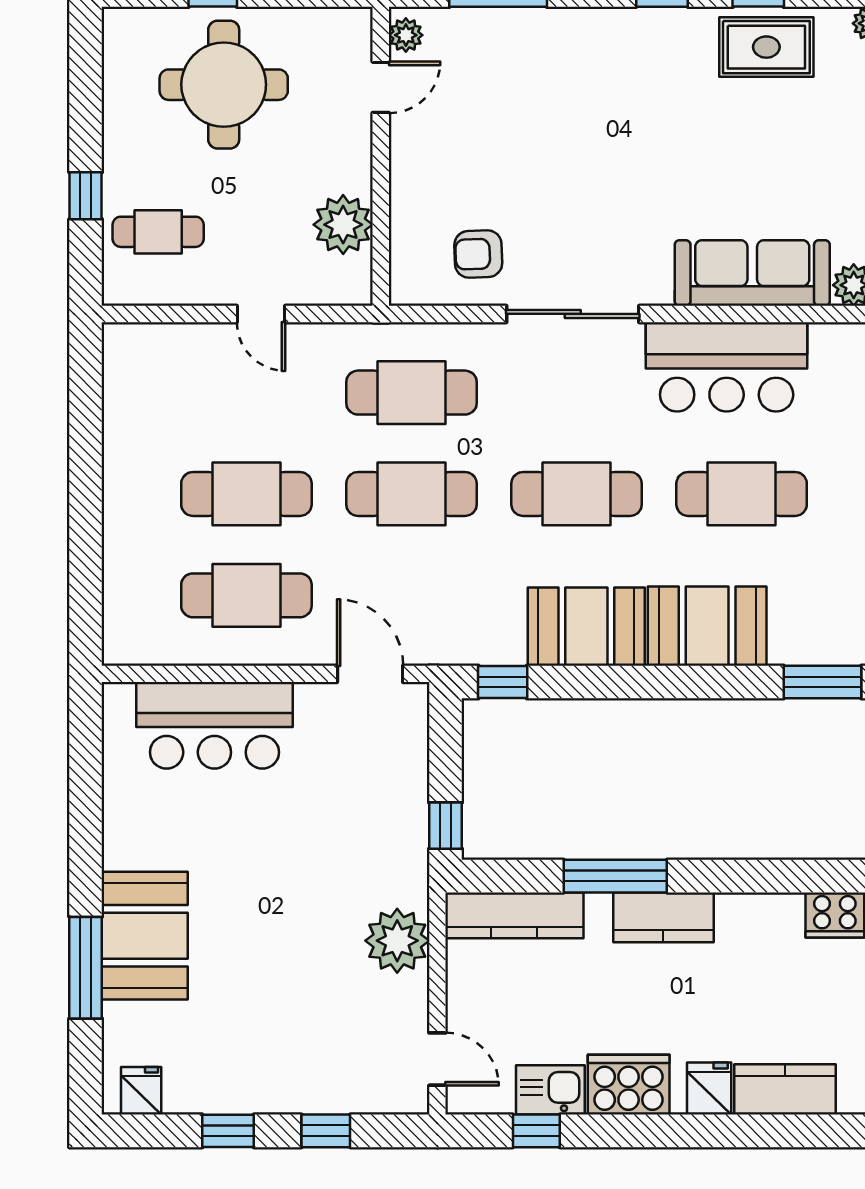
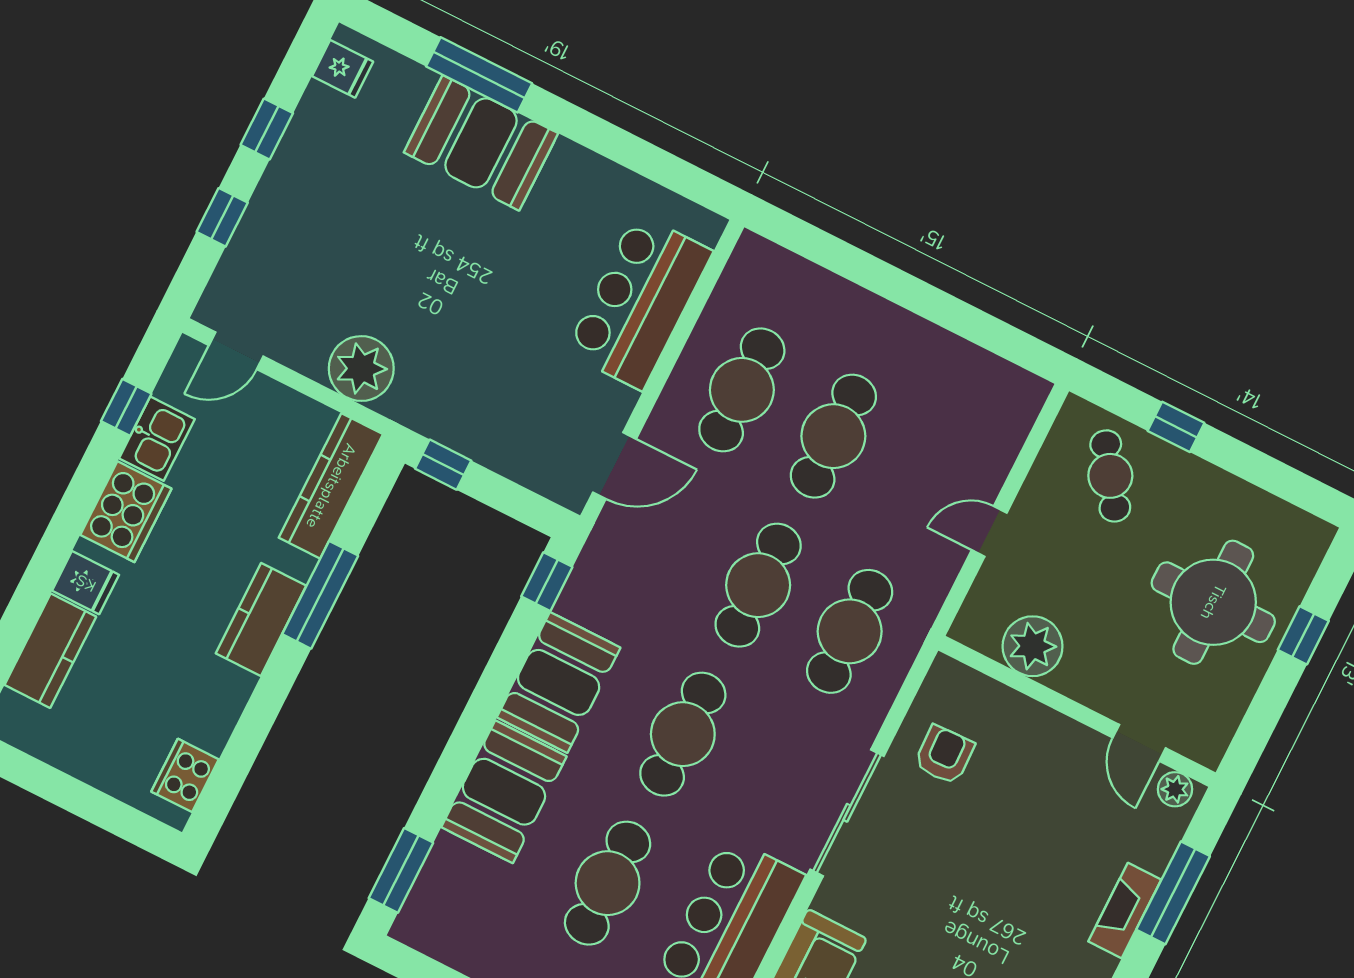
fireplace: (535, 25) -> (1125, 911), added
cafe table: (158, 232) -> (1110, 476), turned -35

